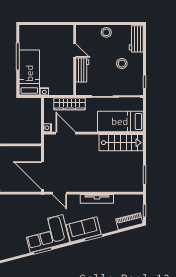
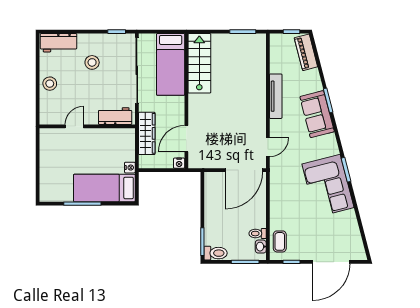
workbench: (82, 70) -> (115, 116), moved
corner sofa: (46, 233) -> (328, 186), moved

